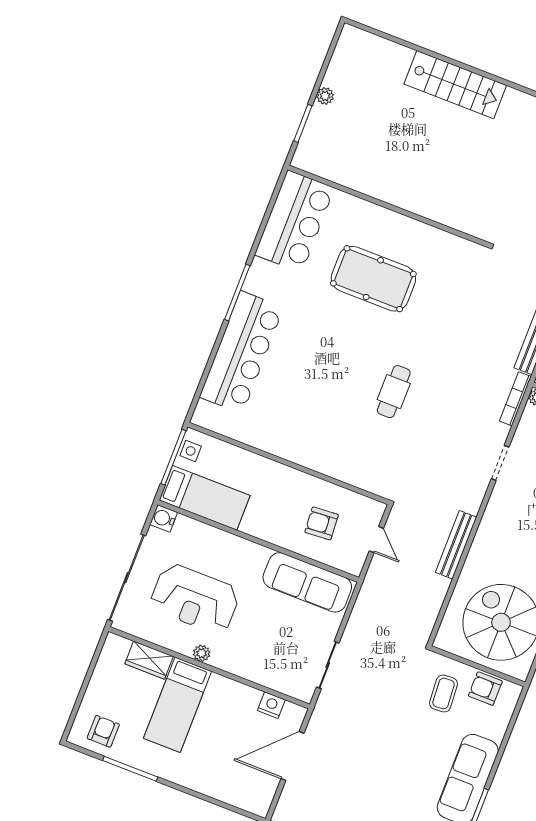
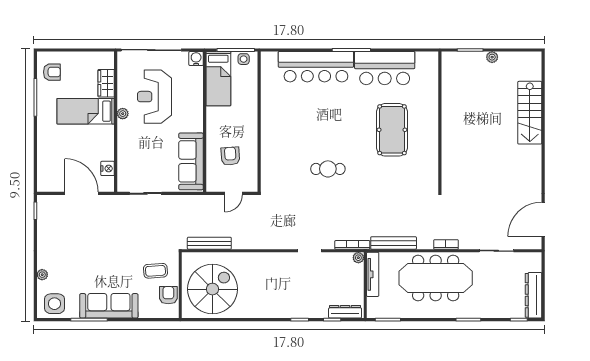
stairs: (455, 85) -> (530, 113), moved
bar counter: (295, 221) -> (385, 68), moved
bench: (456, 545) -> (209, 243), moved

